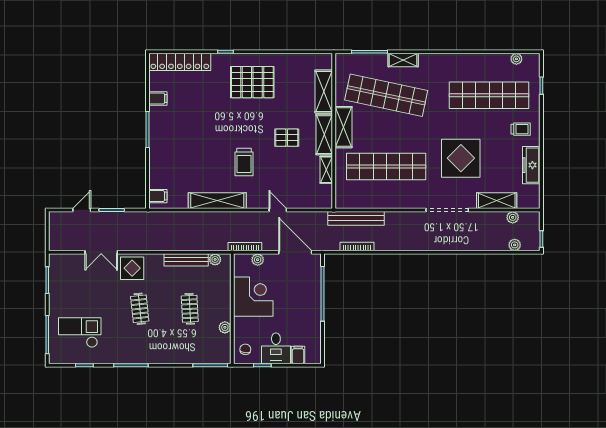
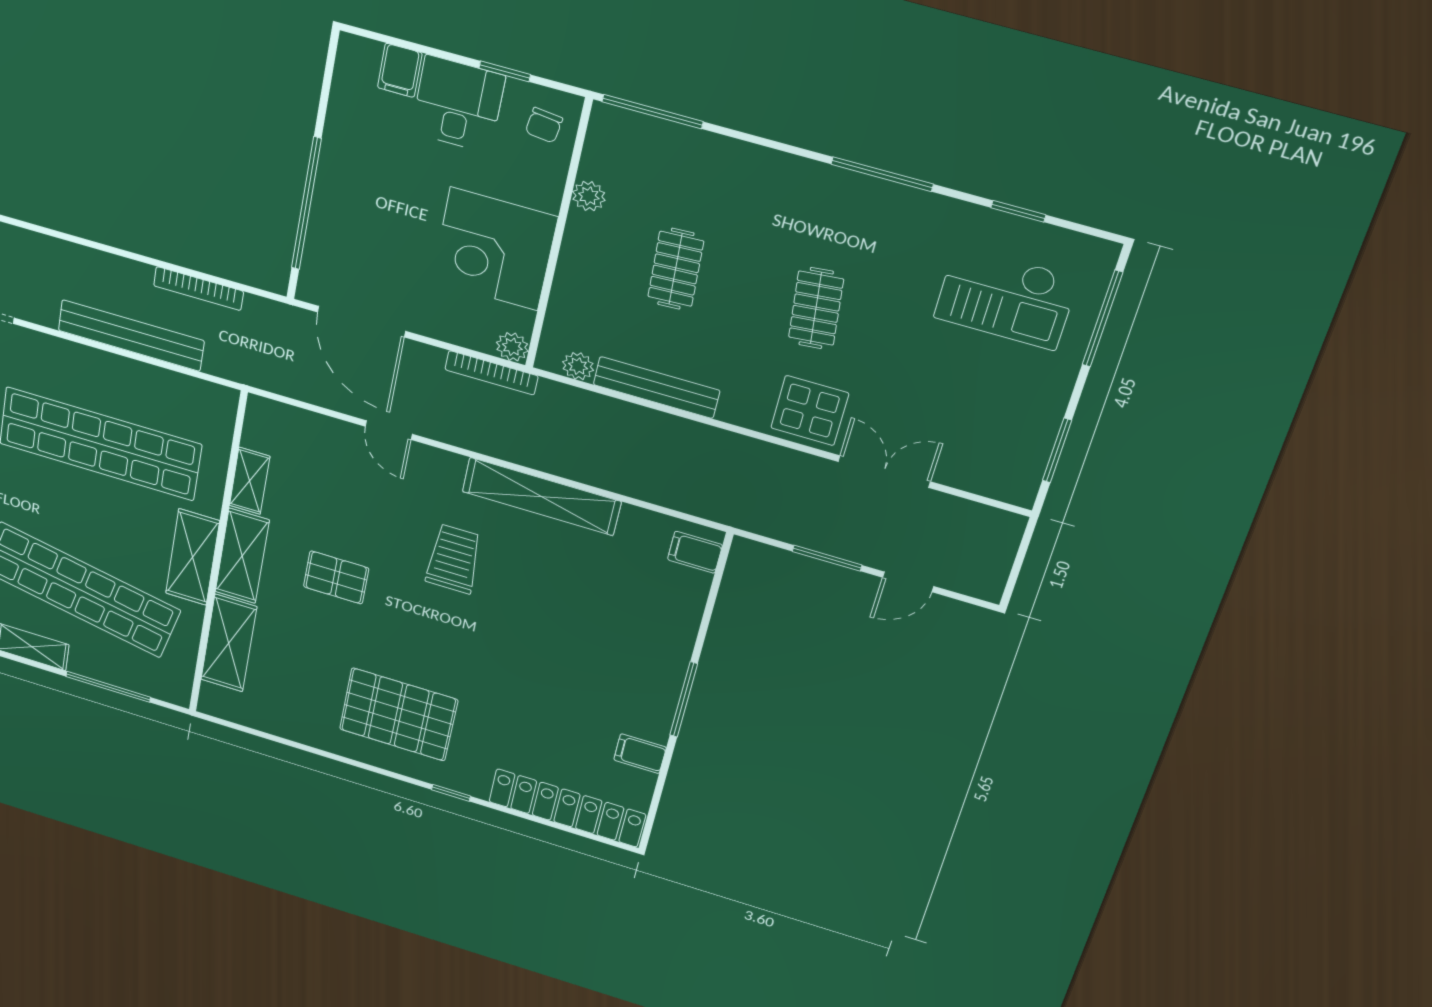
bench: (356, 218) -> (131, 336), moved
plant: (258, 260) -> (512, 347), moved

